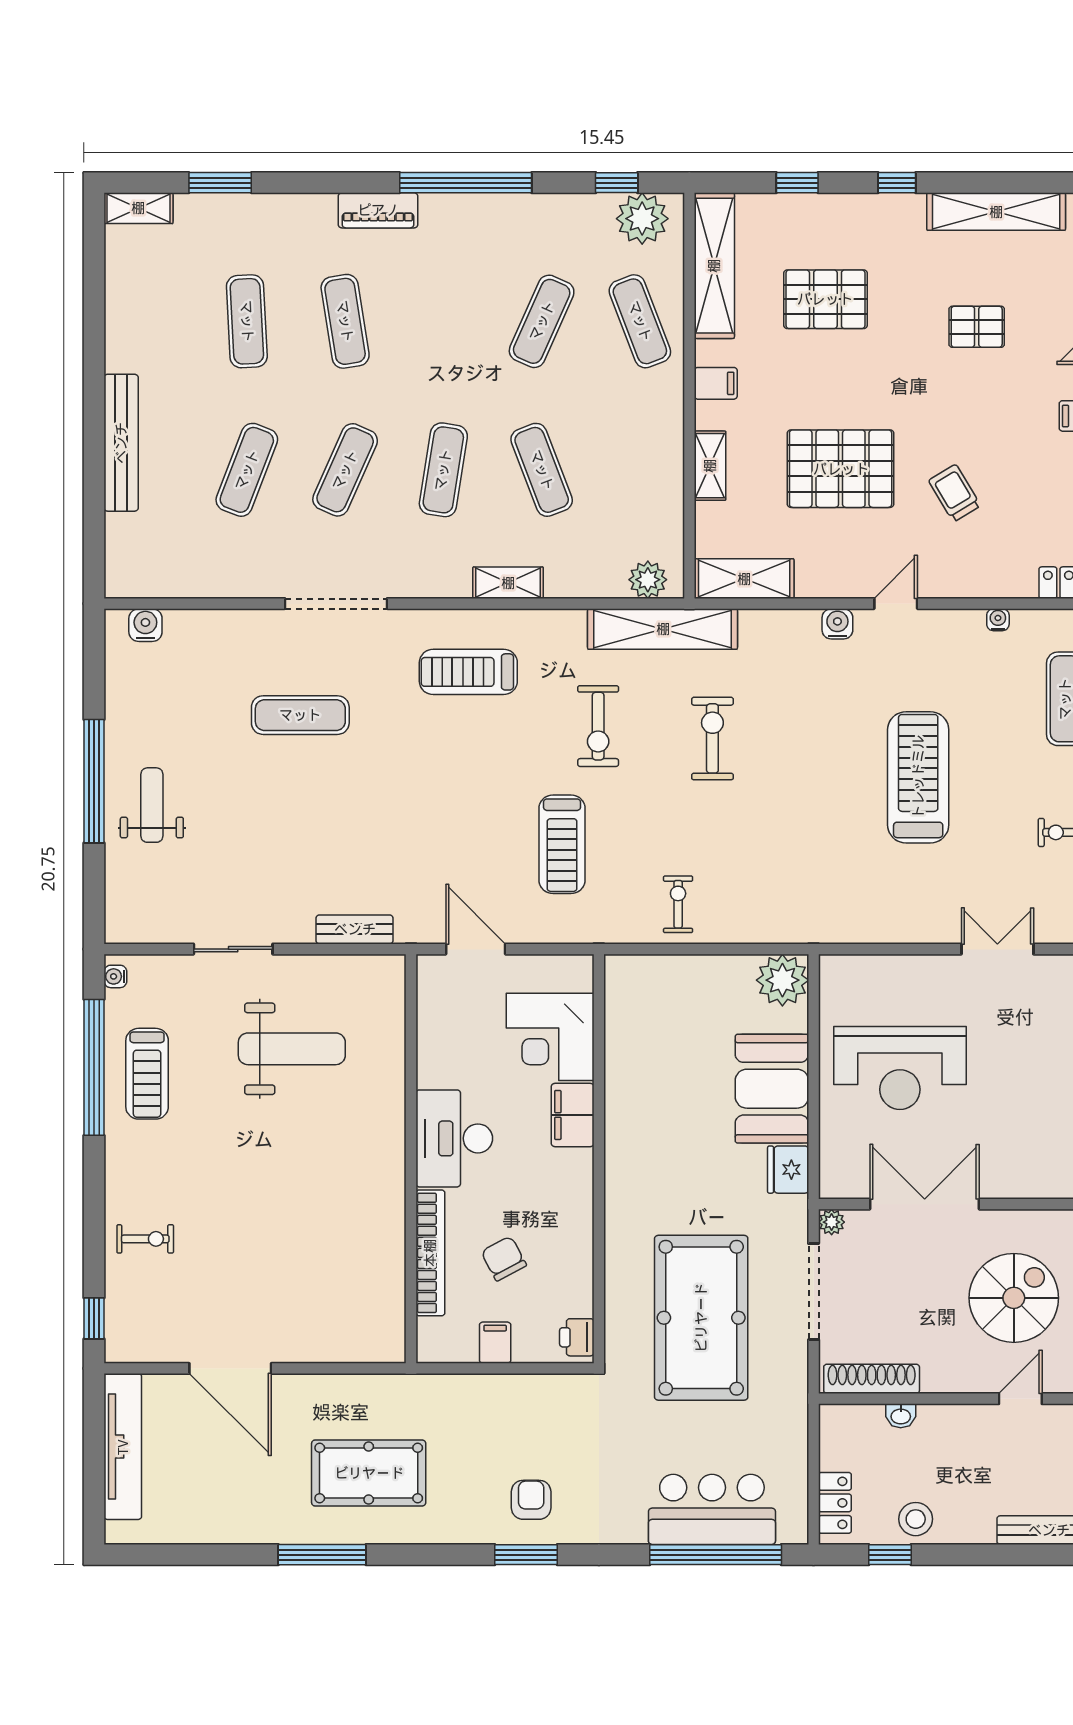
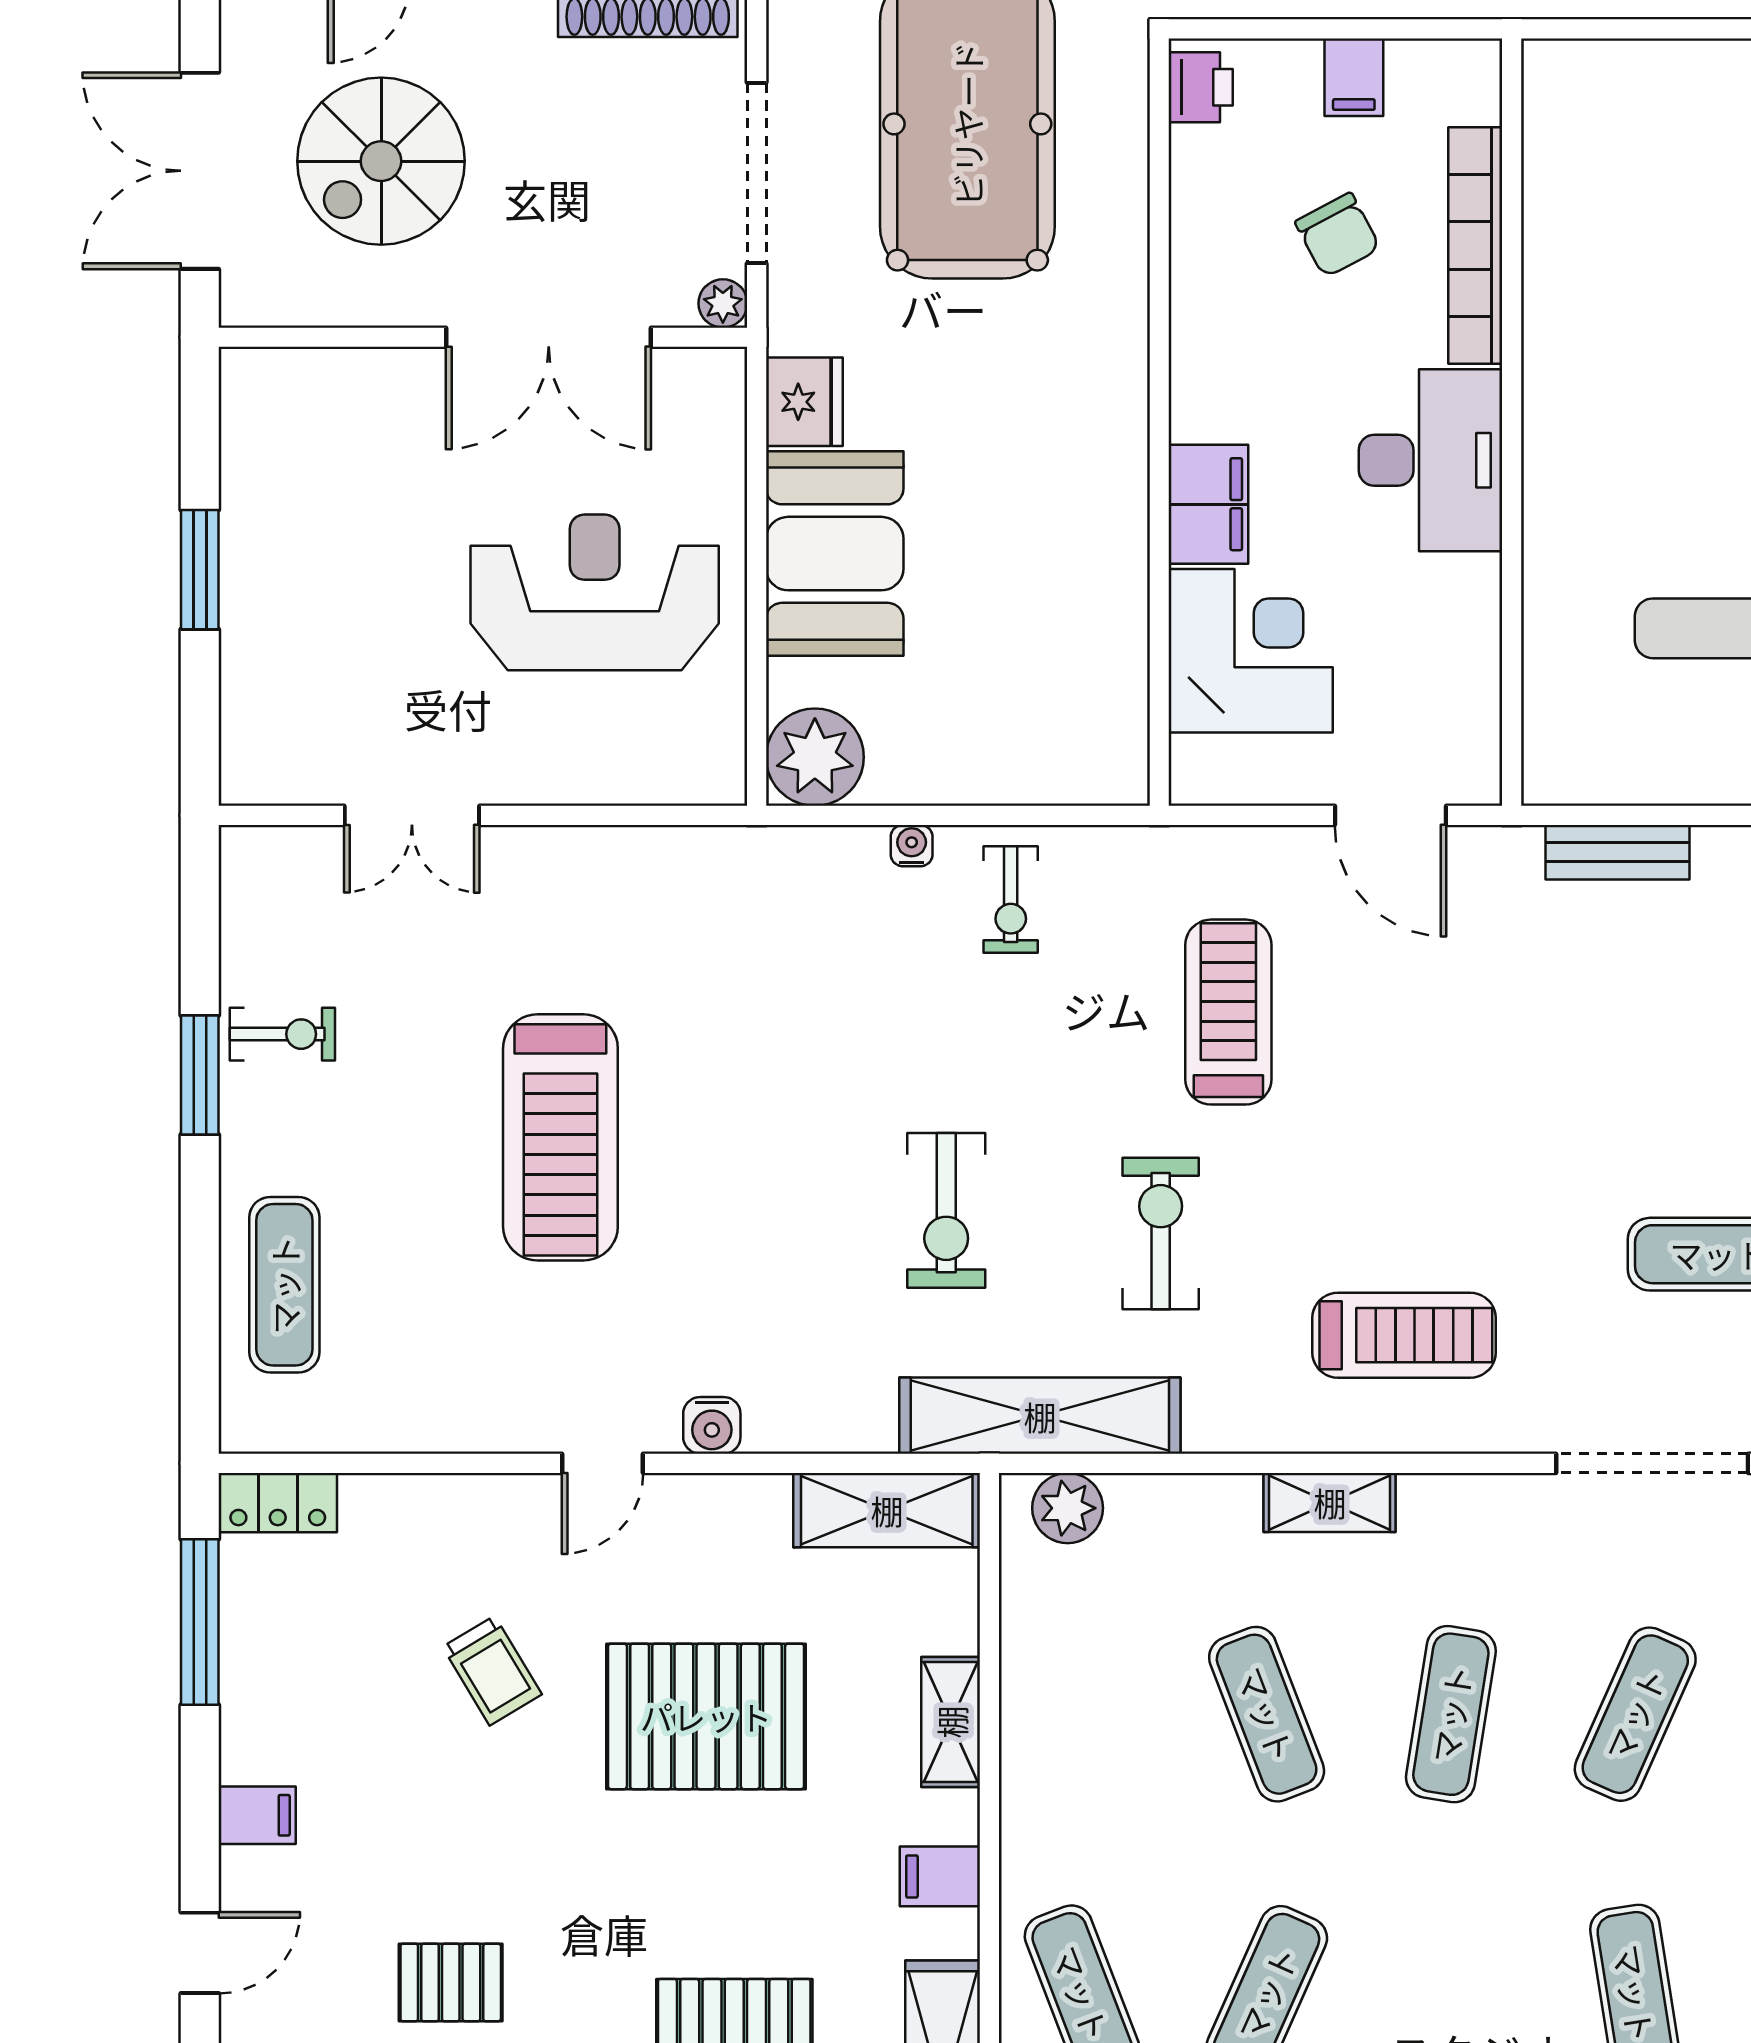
water cooler: (998, 620) -> (912, 846), moved, turned 180

